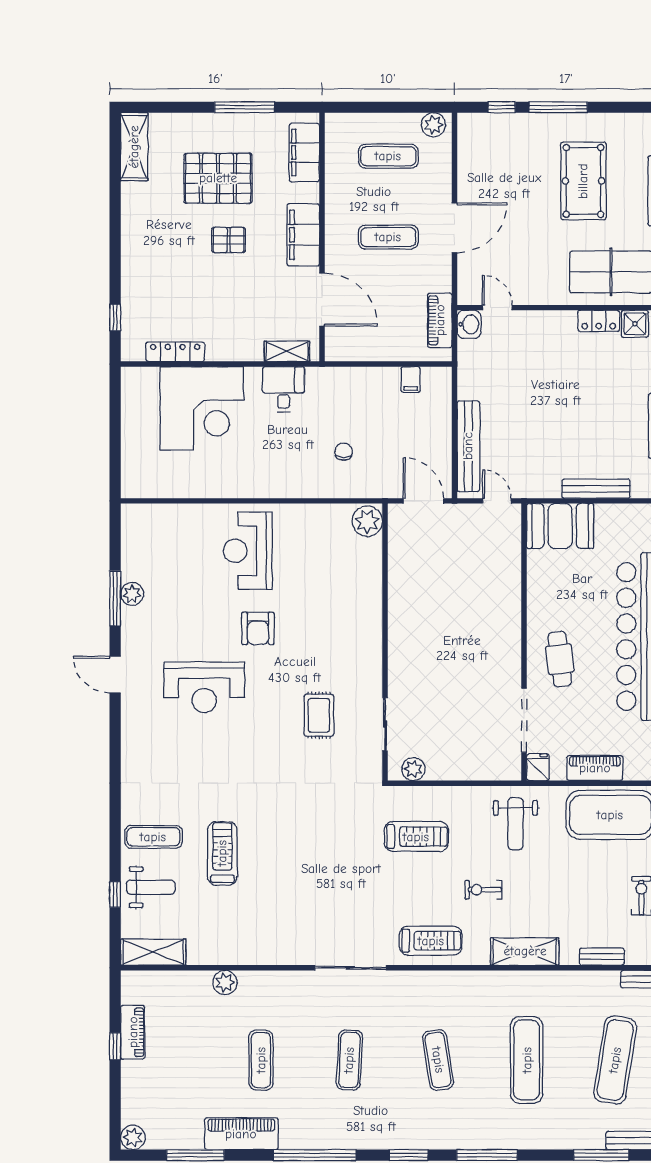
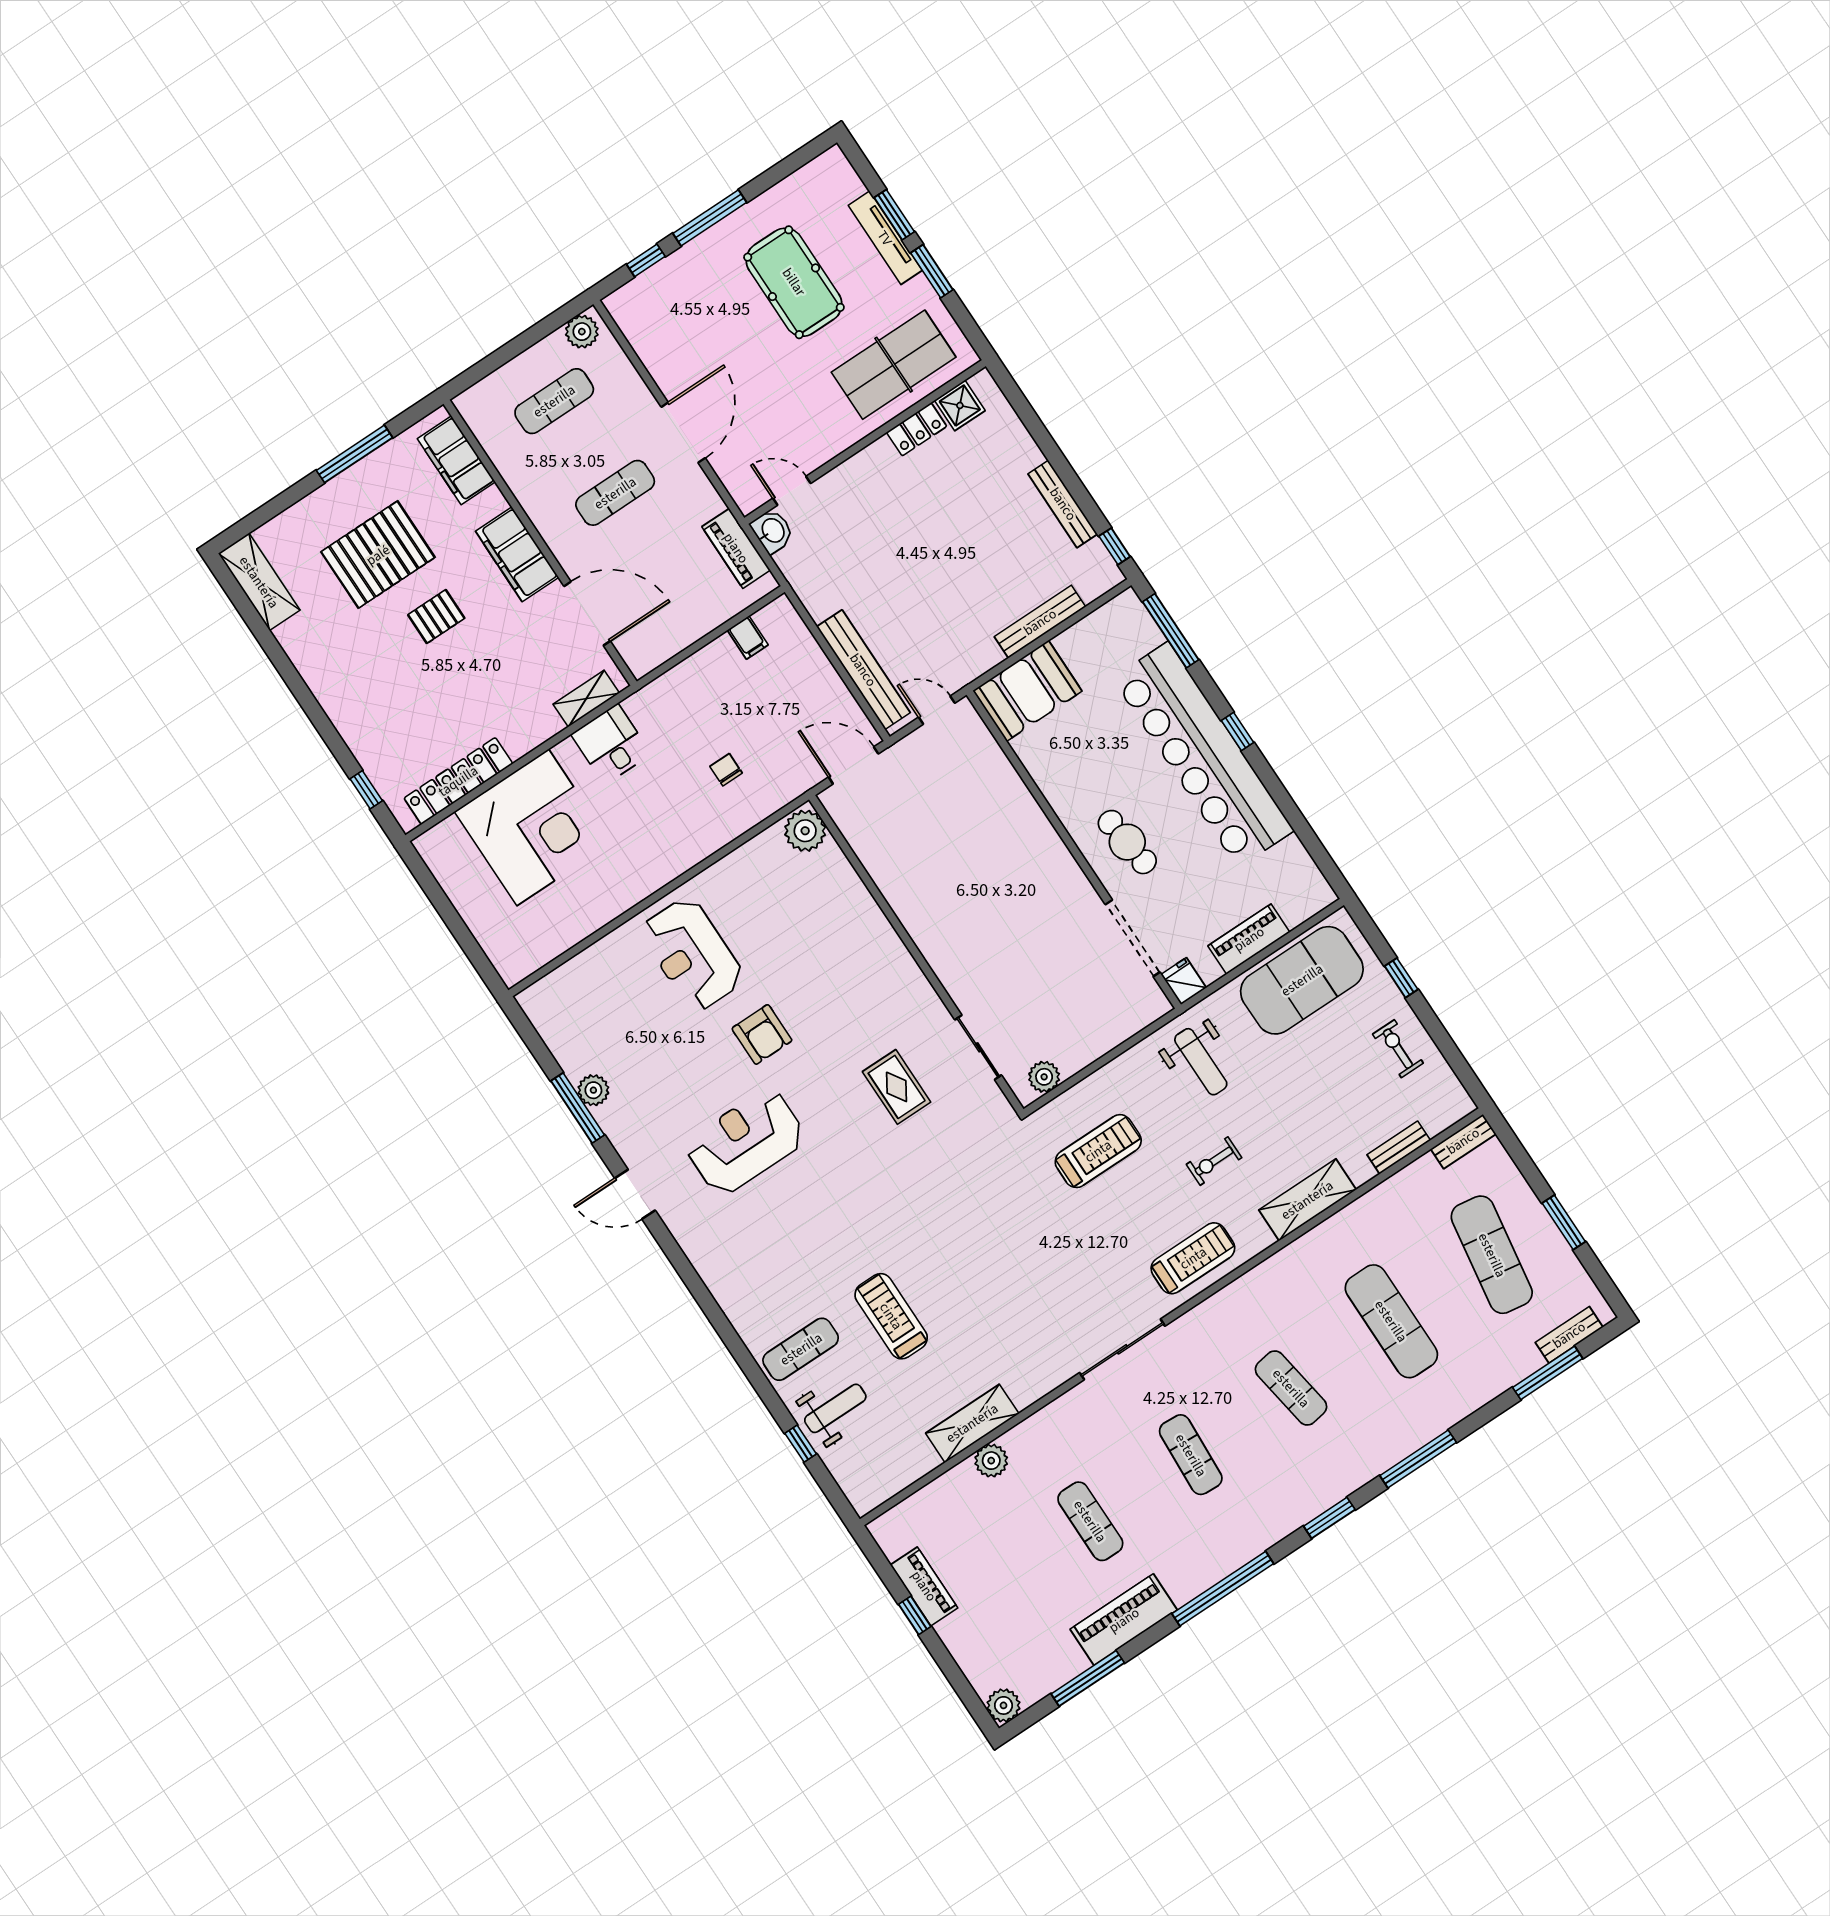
locker: (175, 352) -> (458, 781), width x1.41, depth x1.21
reception desk: (204, 687) -> (745, 1142), turned 180
shelving: (153, 952) -> (972, 1423), moved

